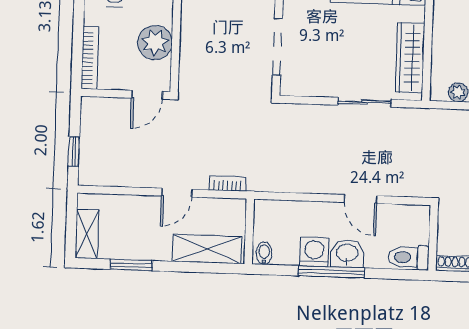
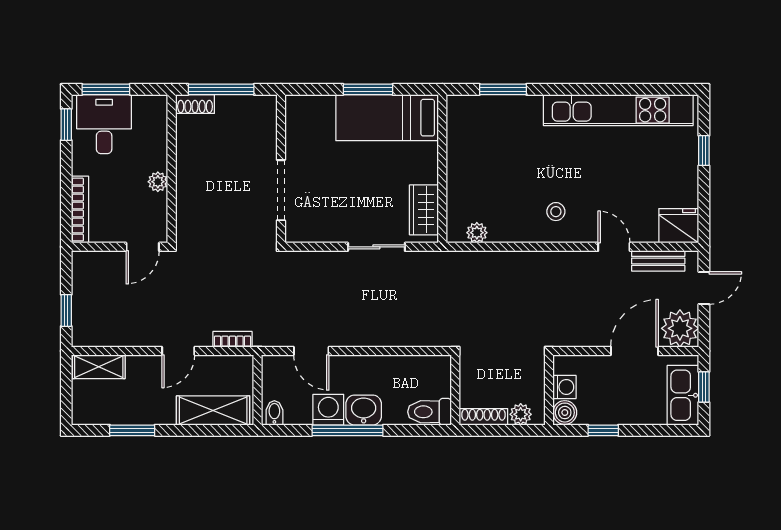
plant: (155, 42) -> (158, 182), width x0.53, depth x0.53
wardrobe: (410, 58) -> (424, 210), width x0.67
door: (361, 199) -> (311, 351), moved
shelving: (87, 234) -> (99, 367), moved, turned 90

